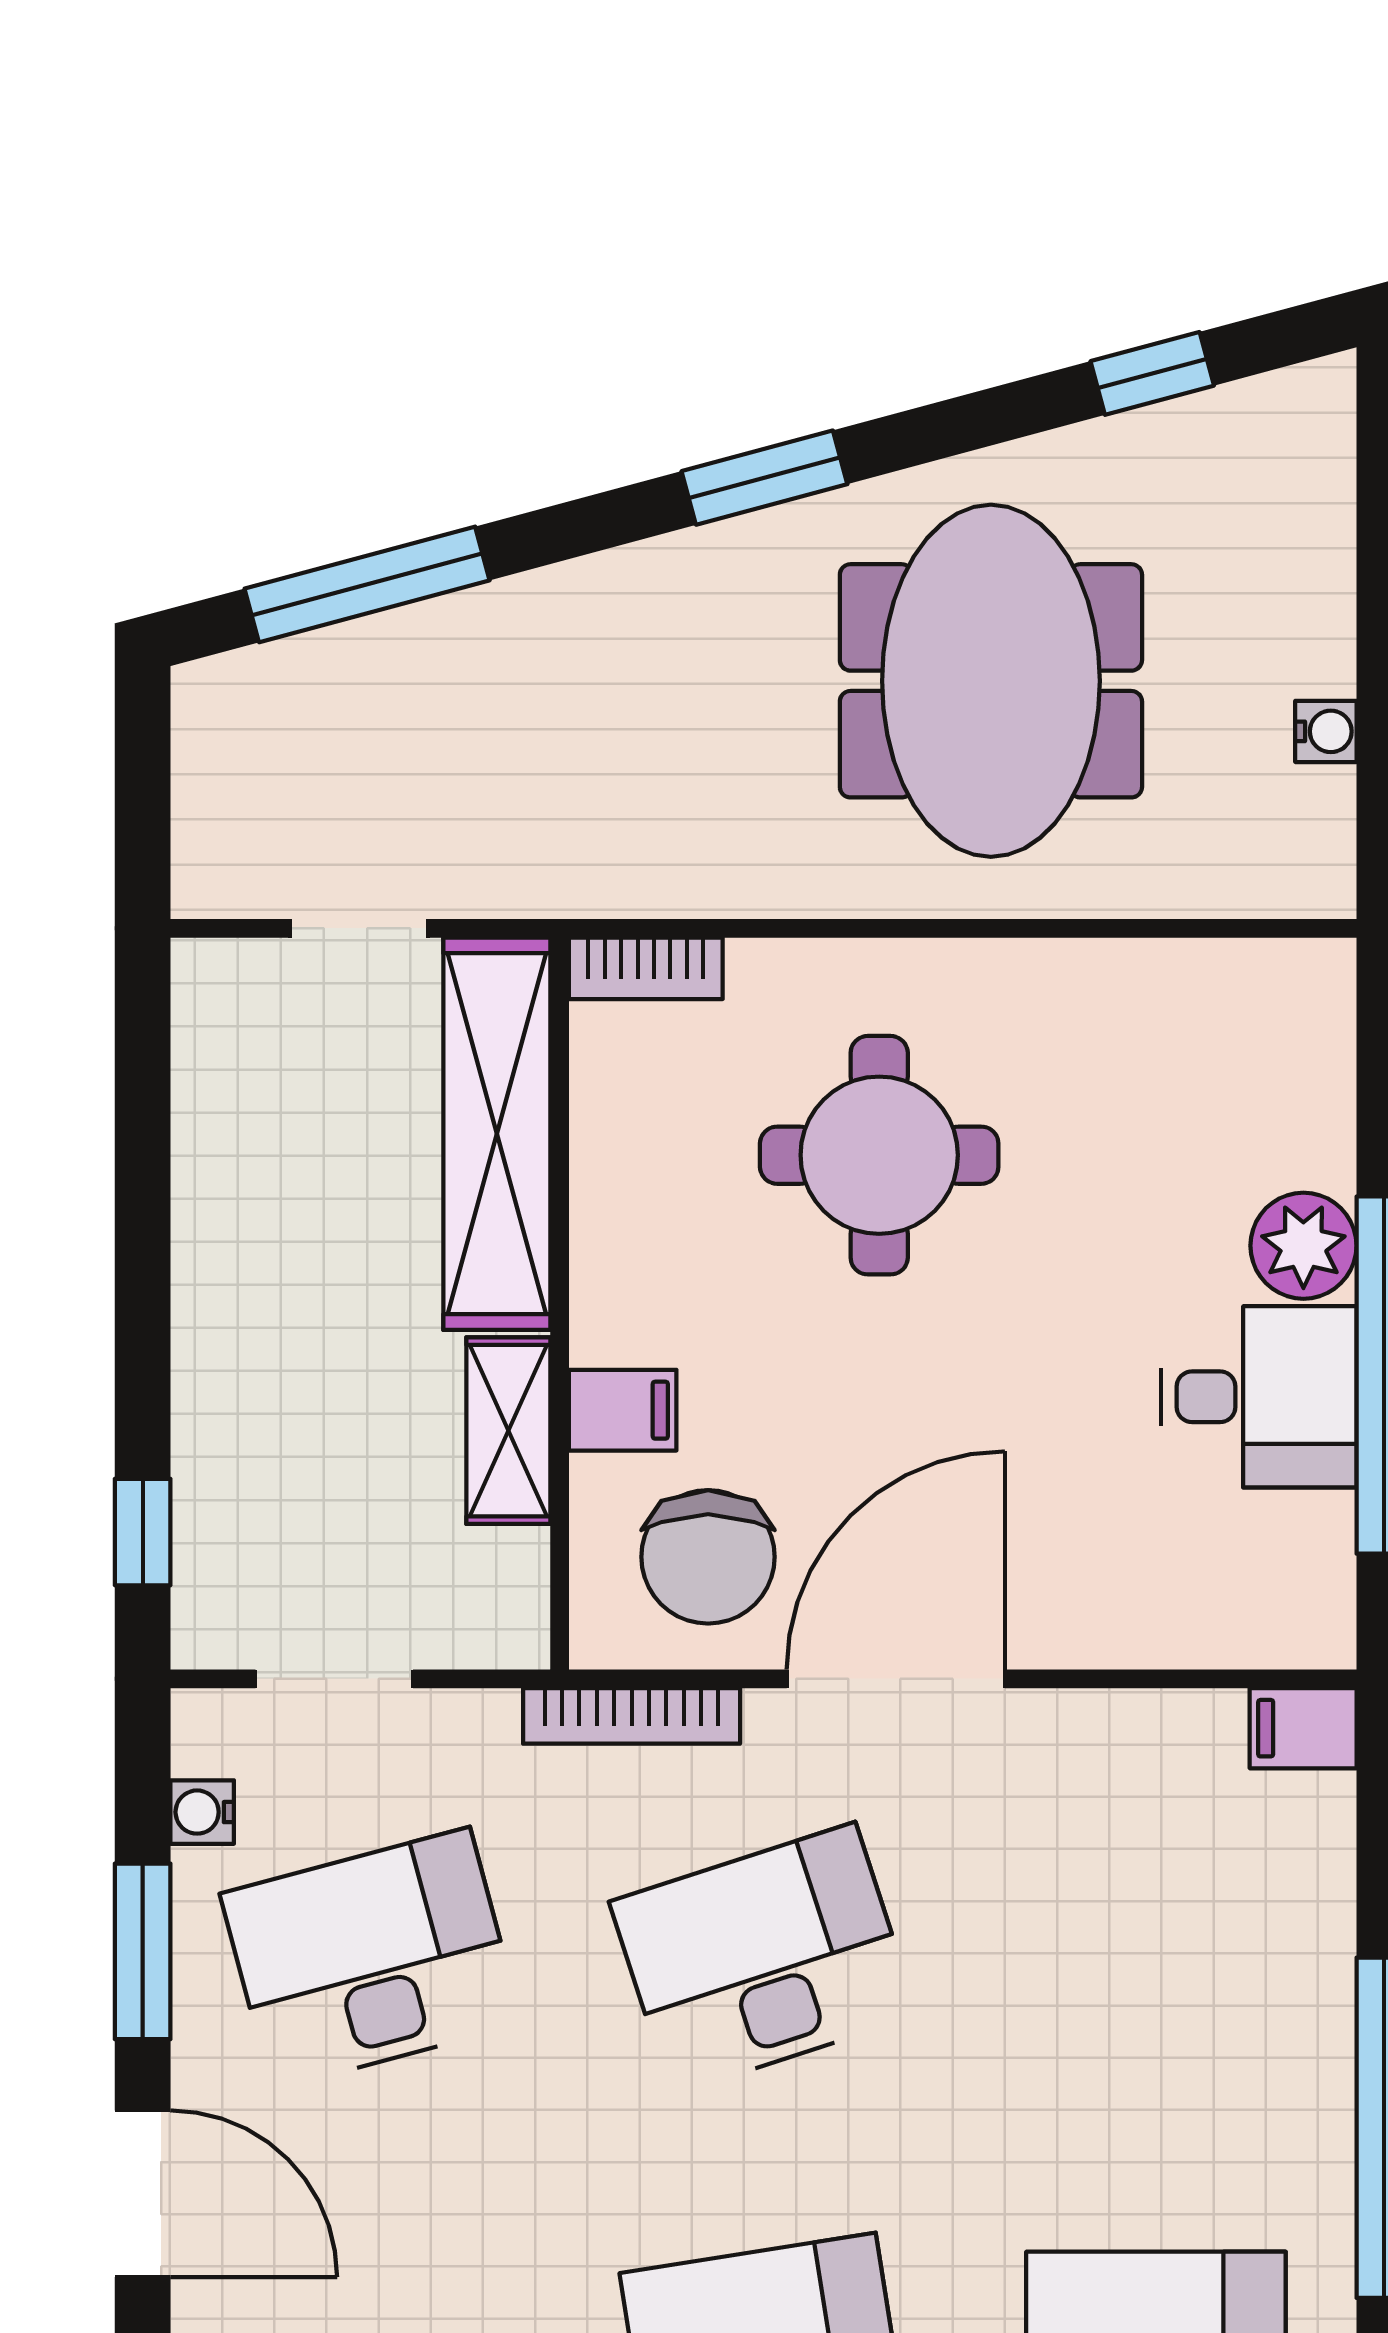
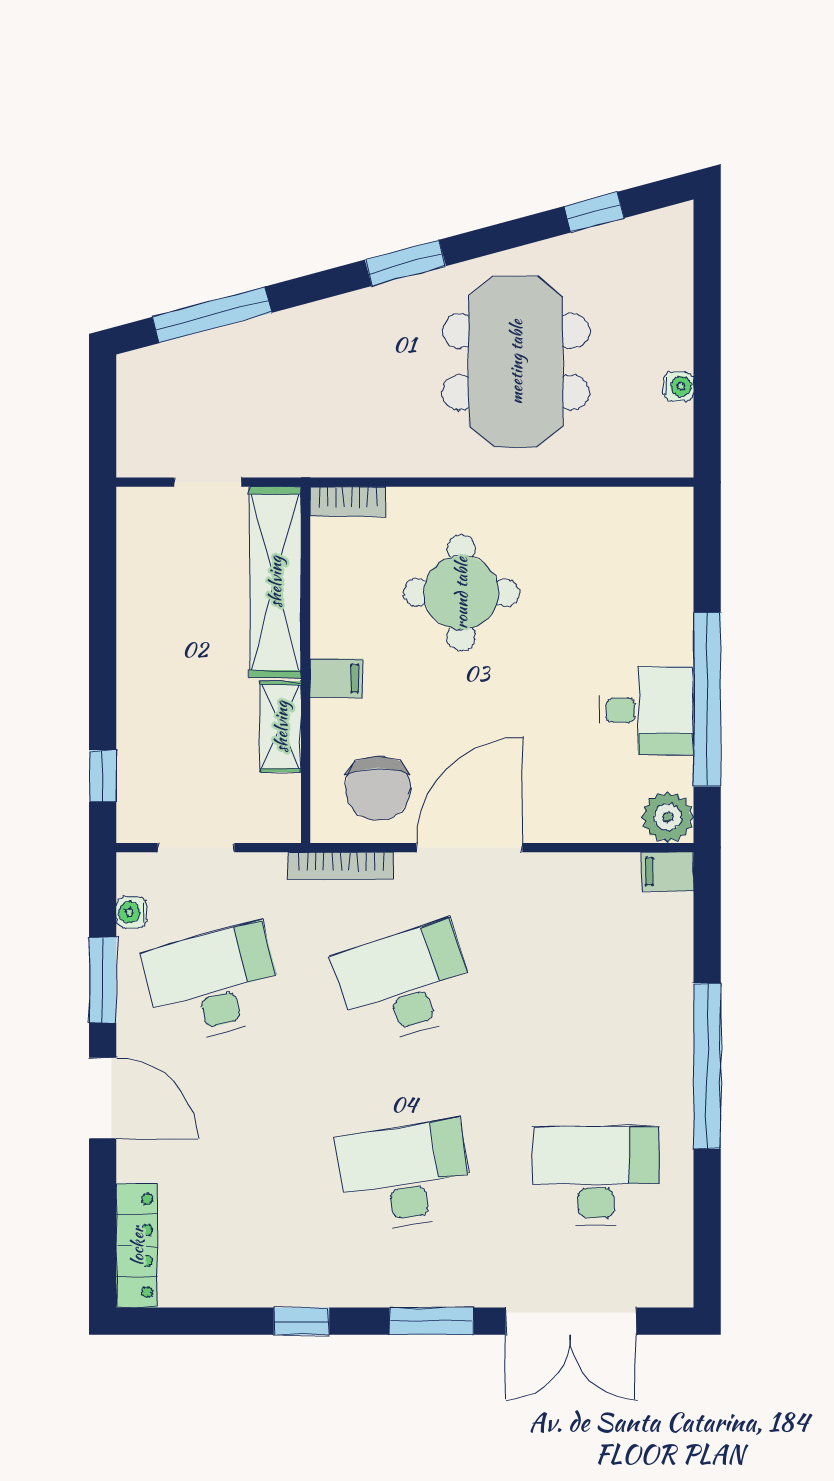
plant: (1303, 1246) -> (668, 817), moved
filing cabinet: (623, 1410) -> (336, 678), moved

